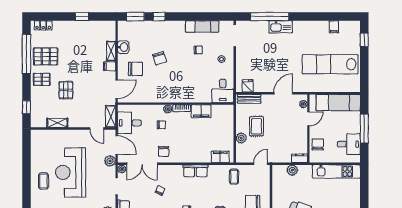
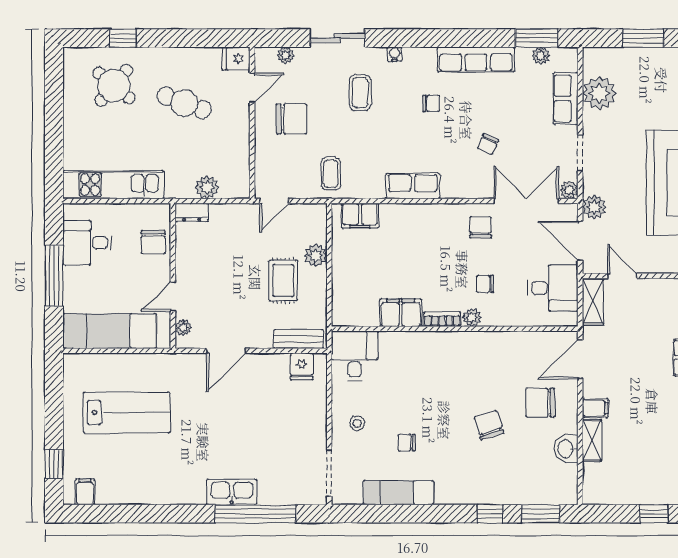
filing cabinet: (334, 27) -> (85, 492), moved
lab bench: (330, 64) -> (127, 413), width x0.73

